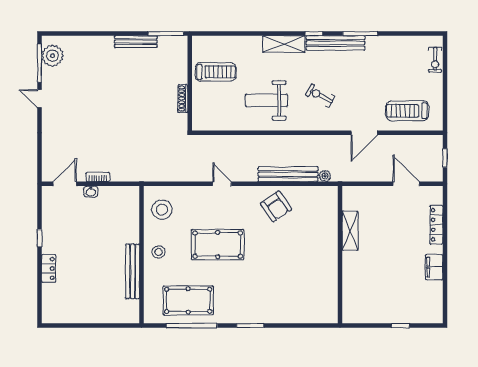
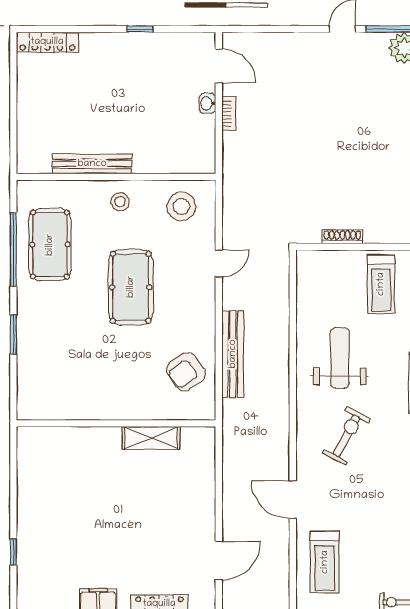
exercise bike: (320, 96) -> (346, 436), width x1.38, depth x1.39
treadmill: (407, 111) -> (325, 562), turned 180
bench: (288, 174) -> (233, 354), moved
plant: (325, 176) -> (230, 443), removed
door: (222, 184) -> (219, 263), moved
shelving: (350, 231) -> (151, 438), moved
wall: (340, 255) -> (116, 423), moved
locker: (49, 268) -> (47, 42), moved, width x1.53

